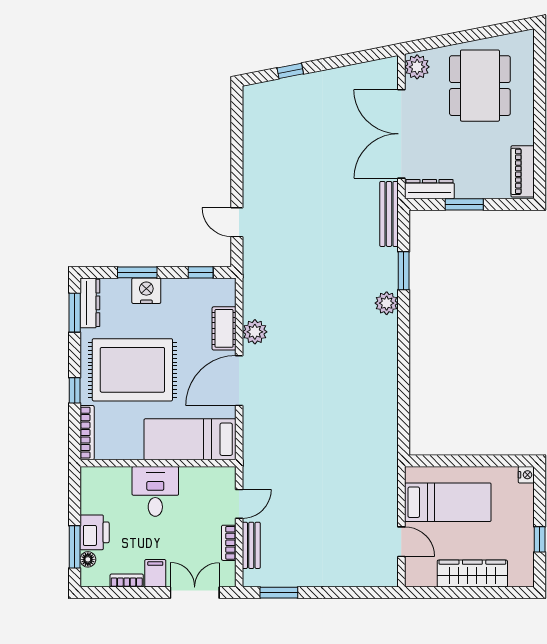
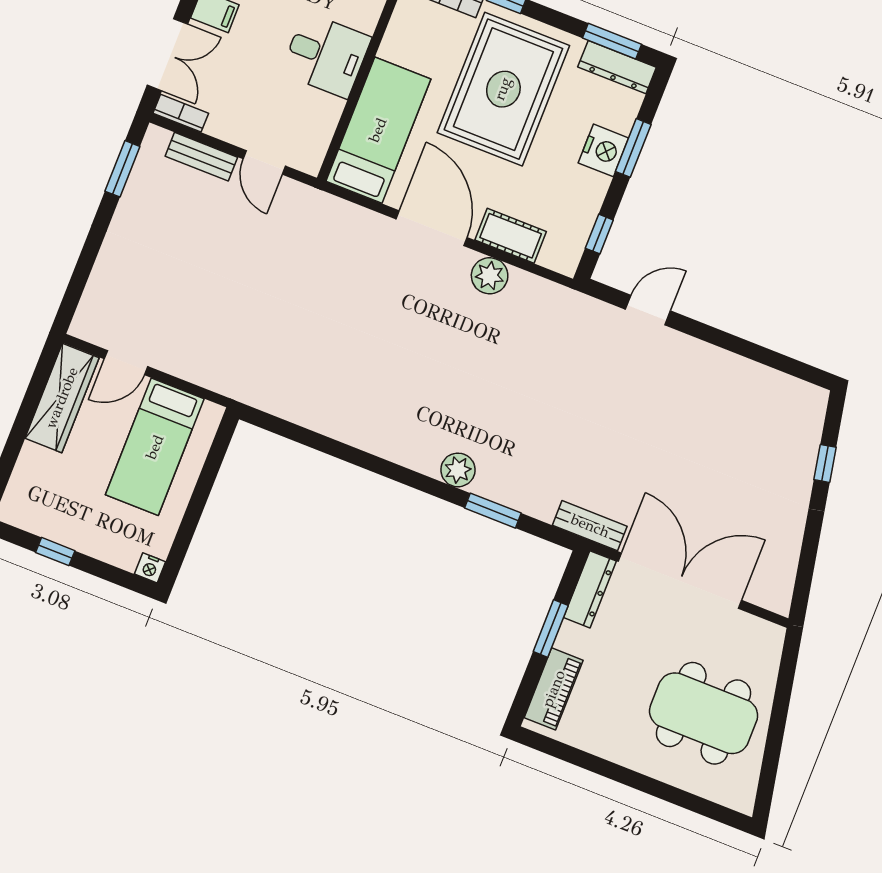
plant: (417, 67) -> (763, 638), removed
piano: (523, 171) -> (554, 689), moved, turned 90
bench: (389, 214) -> (590, 526), width x0.73
bookcase: (229, 543) -> (181, 113), moved
wardrobe: (472, 574) -> (62, 398), moved

